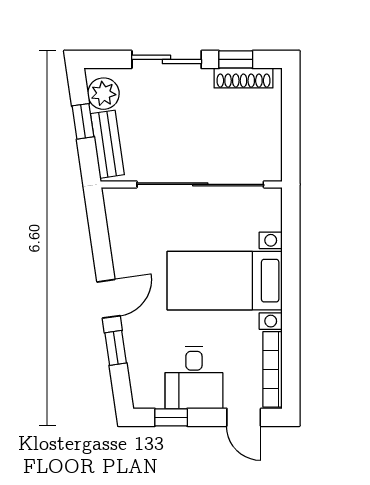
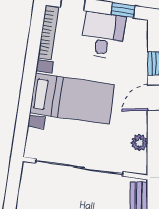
plant: (120, 232) -> (139, 143), added

